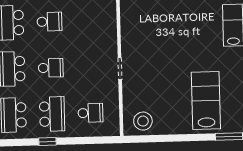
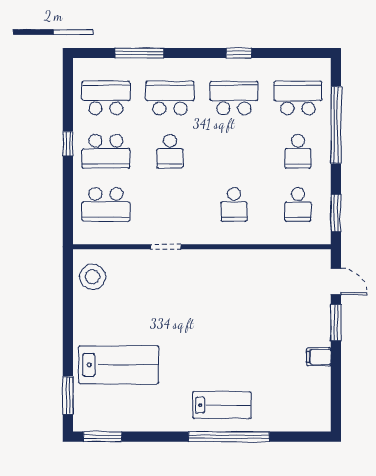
school desk: (49, 22) -> (234, 204), moved
school desk: (90, 113) -> (106, 204), width x1.85

